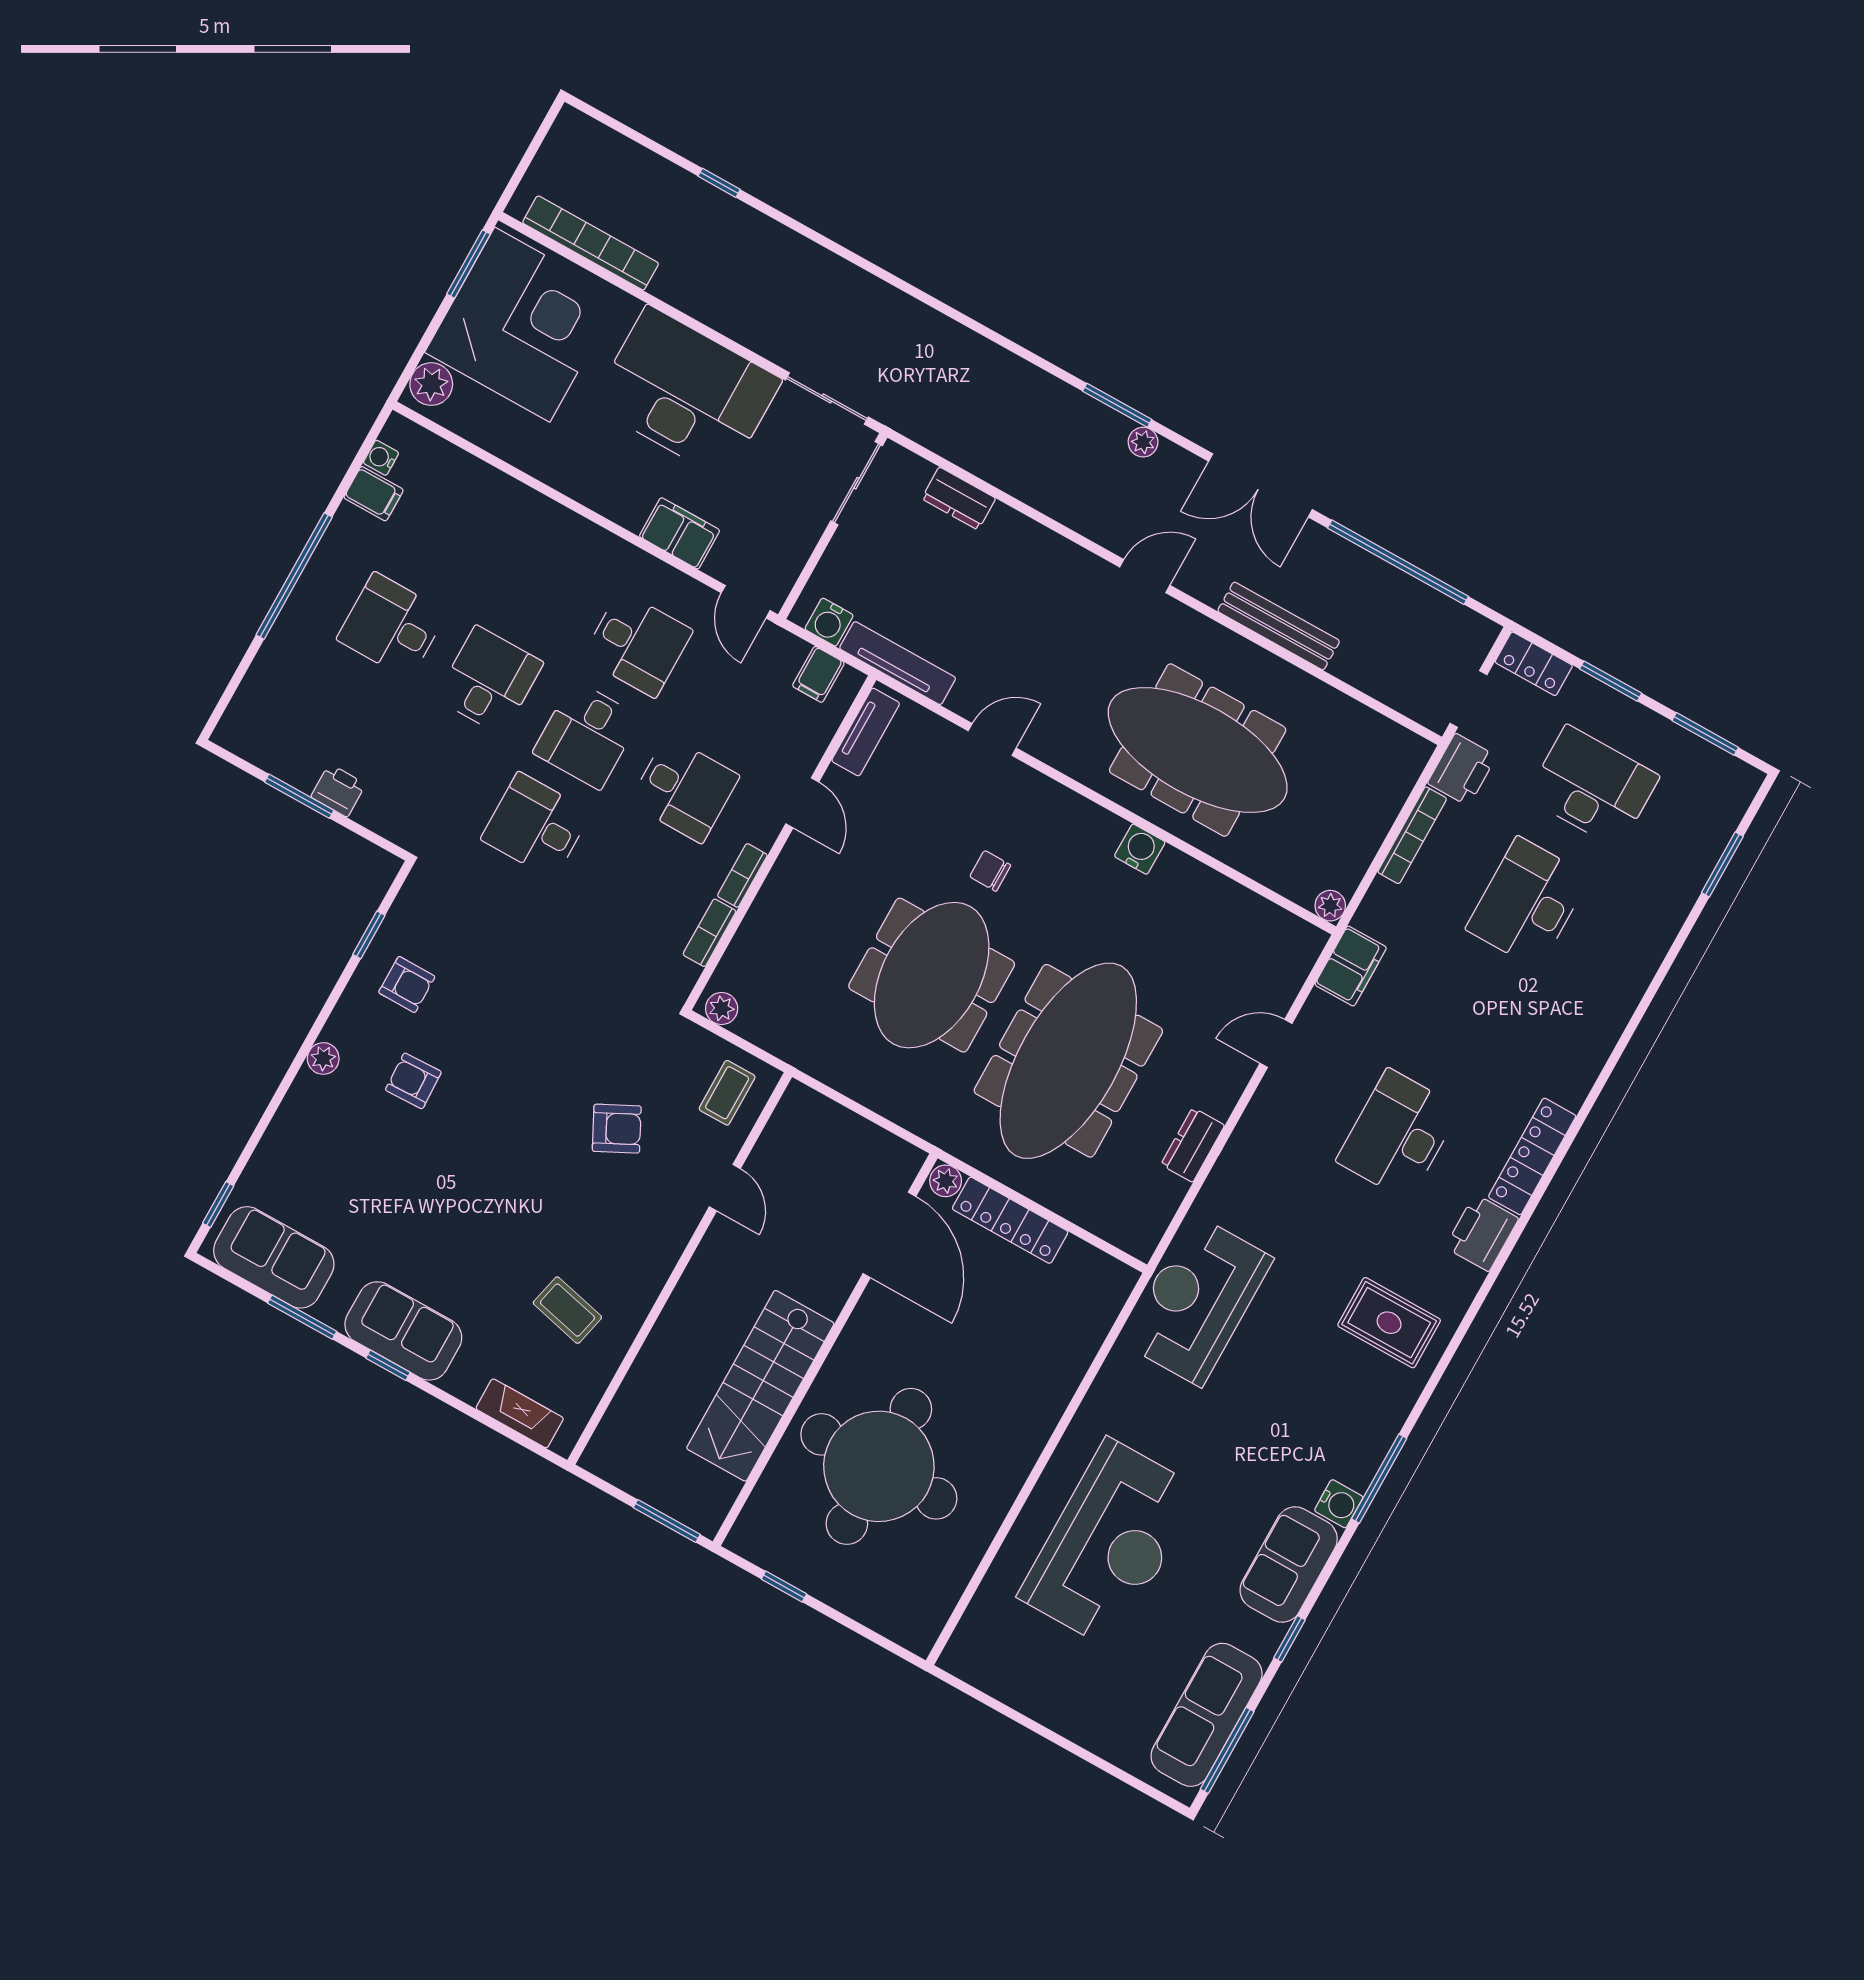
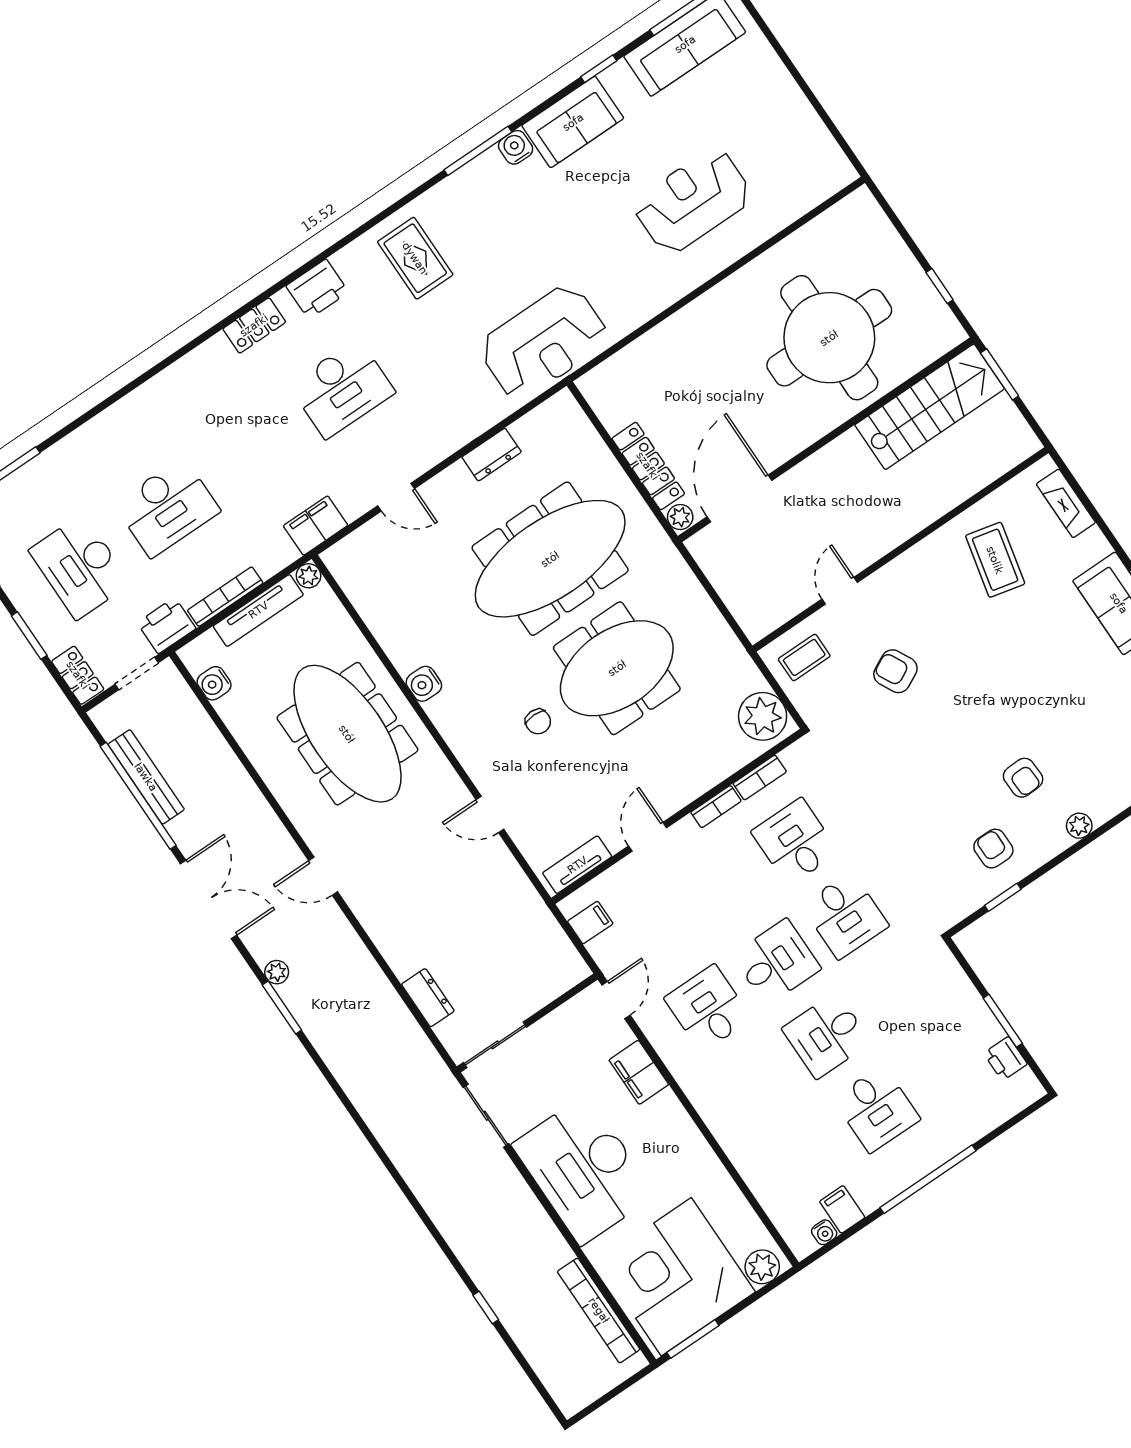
water cooler: (829, 622) -> (214, 683), moved, turned 180
bench: (1279, 626) -> (146, 777), moved
tv unit: (898, 663) -> (258, 610), moved, turned -90
desk: (684, 789) -> (795, 842), moved
printer: (338, 790) -> (1005, 1059), moved
plant: (722, 1009) -> (763, 716), width x1.87, depth x1.87
locker: (1532, 1156) -> (254, 325), width x0.66
coffee table: (567, 1310) -> (995, 560), width x1.36, depth x1.30
stairs: (760, 1386) -> (930, 407), moved
reception desk: (1109, 1543) -> (693, 201), width x0.74, depth x0.77

